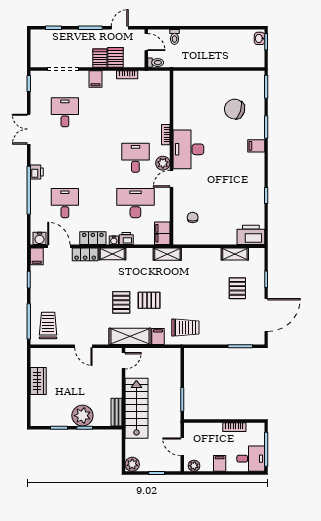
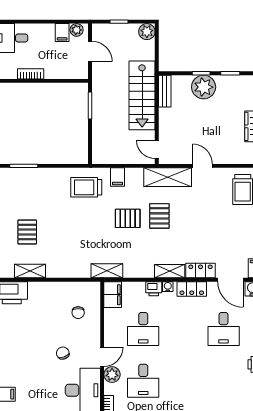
chair: (206, 182) -> (63, 353), added
desk: (135, 203) -> (143, 329), width x0.73
shelving: (130, 336) -> (168, 177), moved
door: (123, 361) -> (157, 149), hinge flipped
filing cabinet: (220, 463) -> (62, 33), moved

